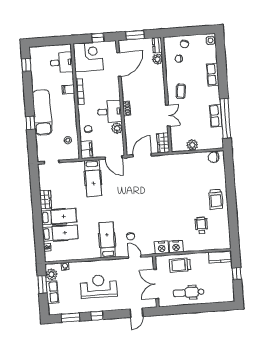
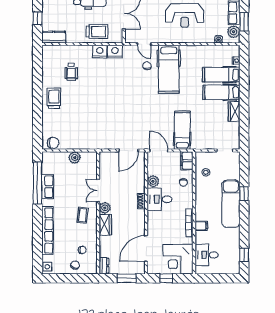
plant: (157, 59) -> (105, 208), moved
row of seats: (213, 75) -> (47, 230), width x2.02
wardrobe: (163, 143) -> (105, 225), moved
hospital bed: (107, 240) -> (169, 69), width x1.37, depth x1.29

